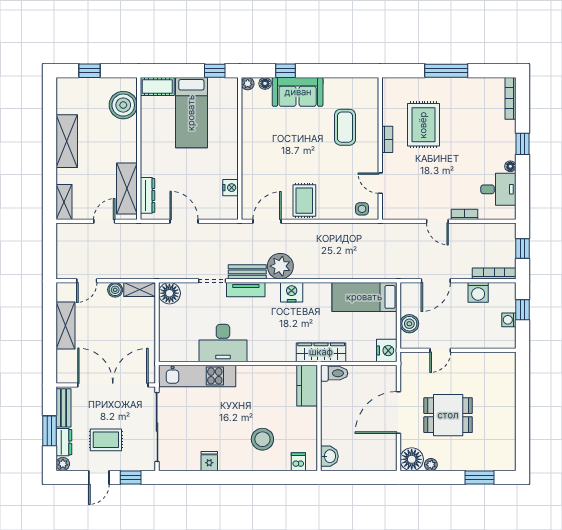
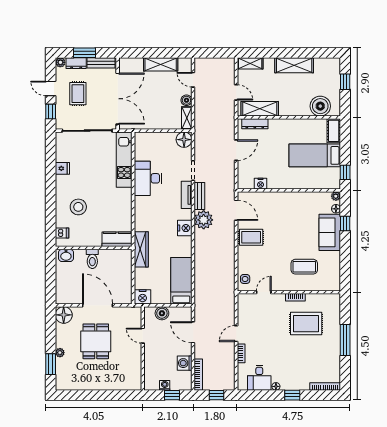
toilet: (334, 373) -> (92, 259), moved
plant: (431, 465) -> (60, 353), moved

